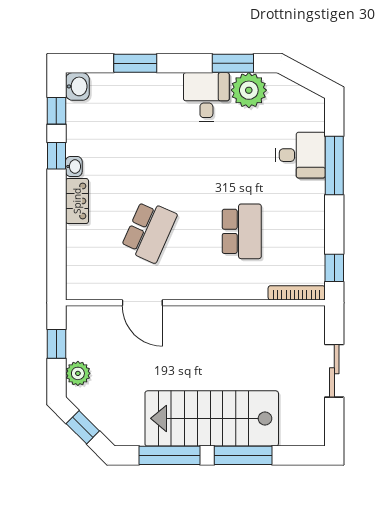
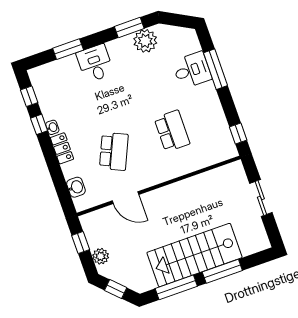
washbasin: (77, 86) -> (76, 187), moved
desk: (206, 97) -> (95, 63), moved
bookcase: (297, 293) -> (220, 157), removed

